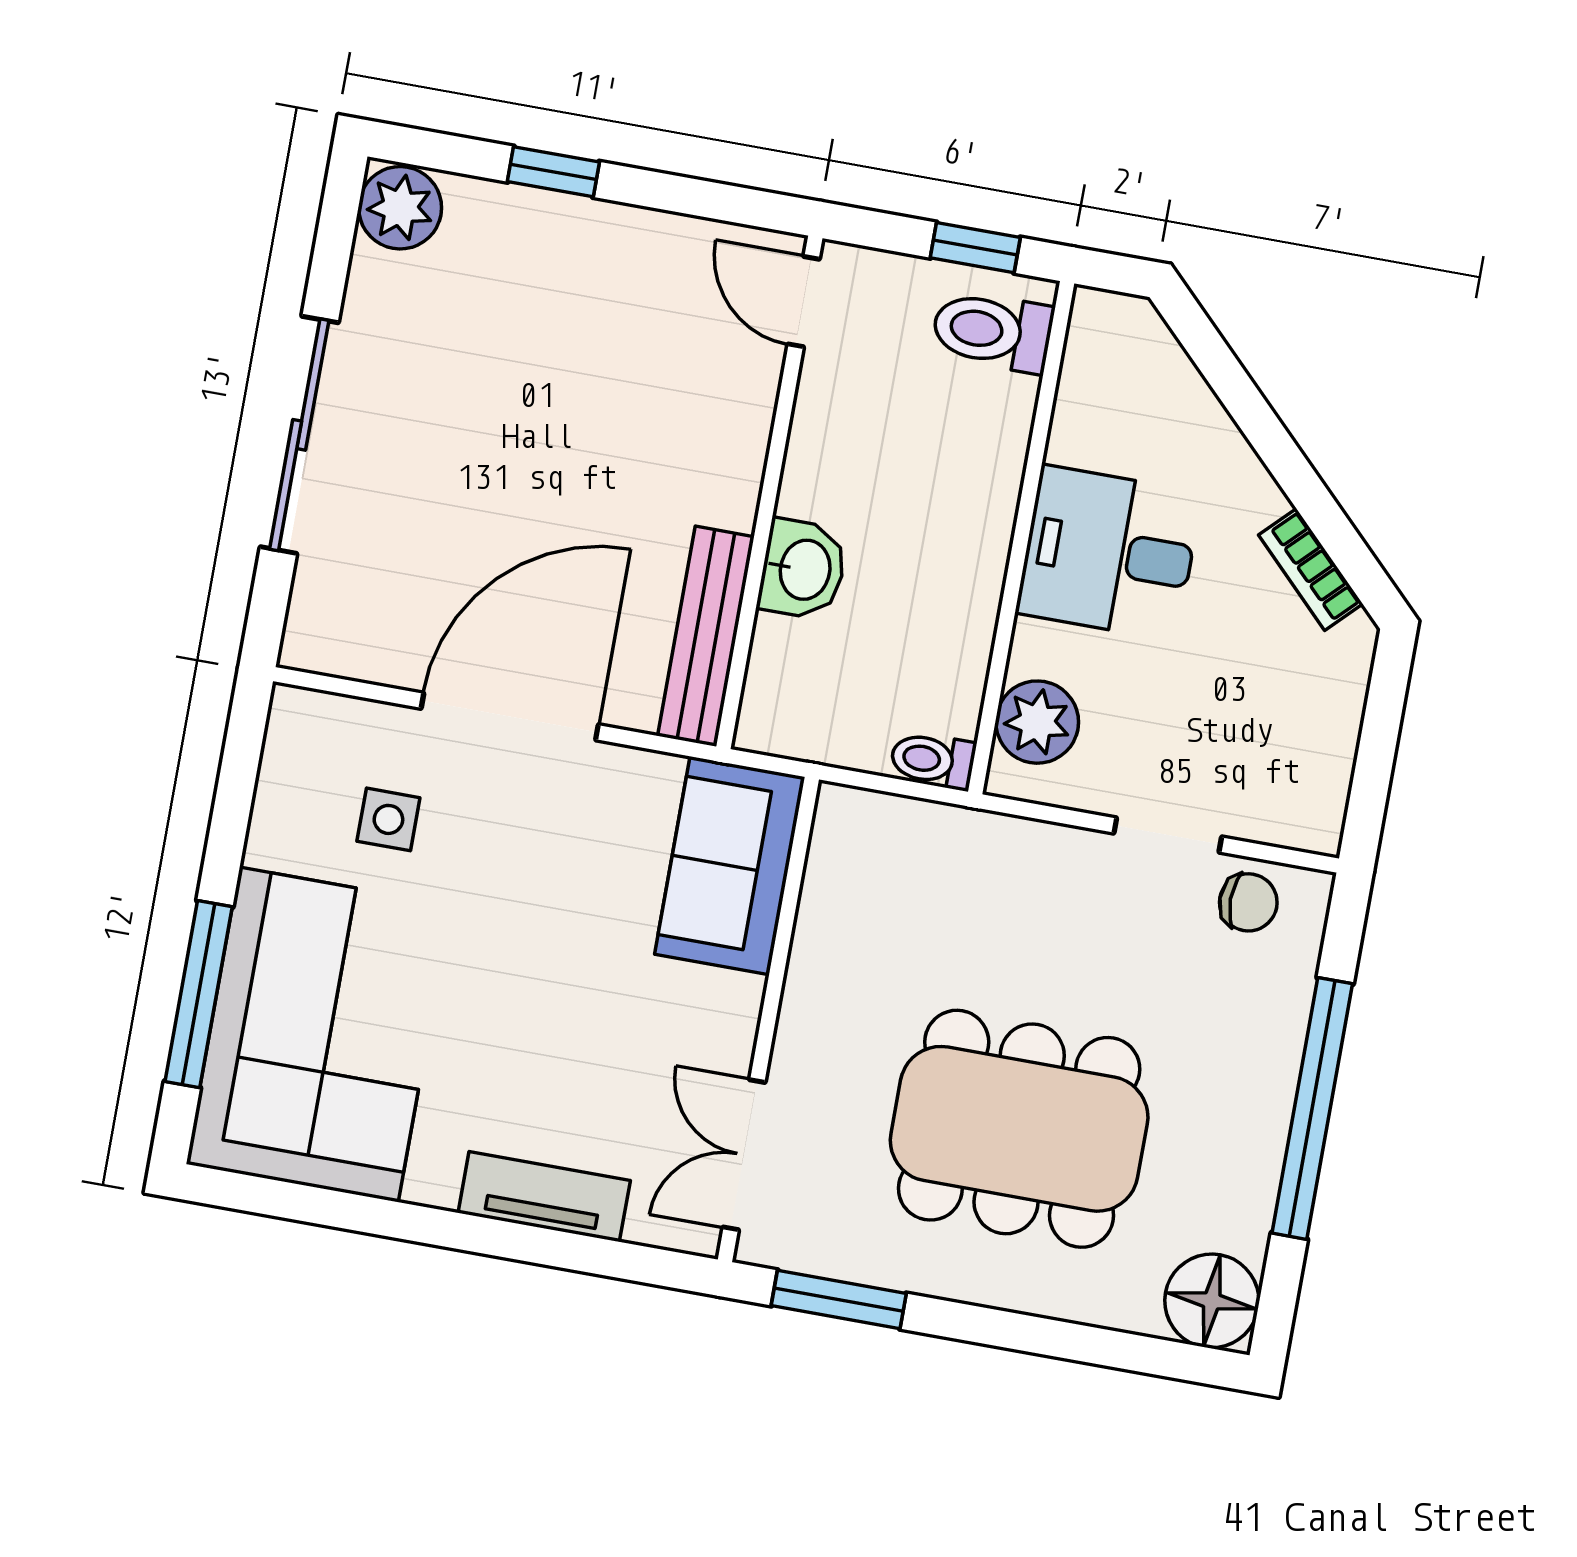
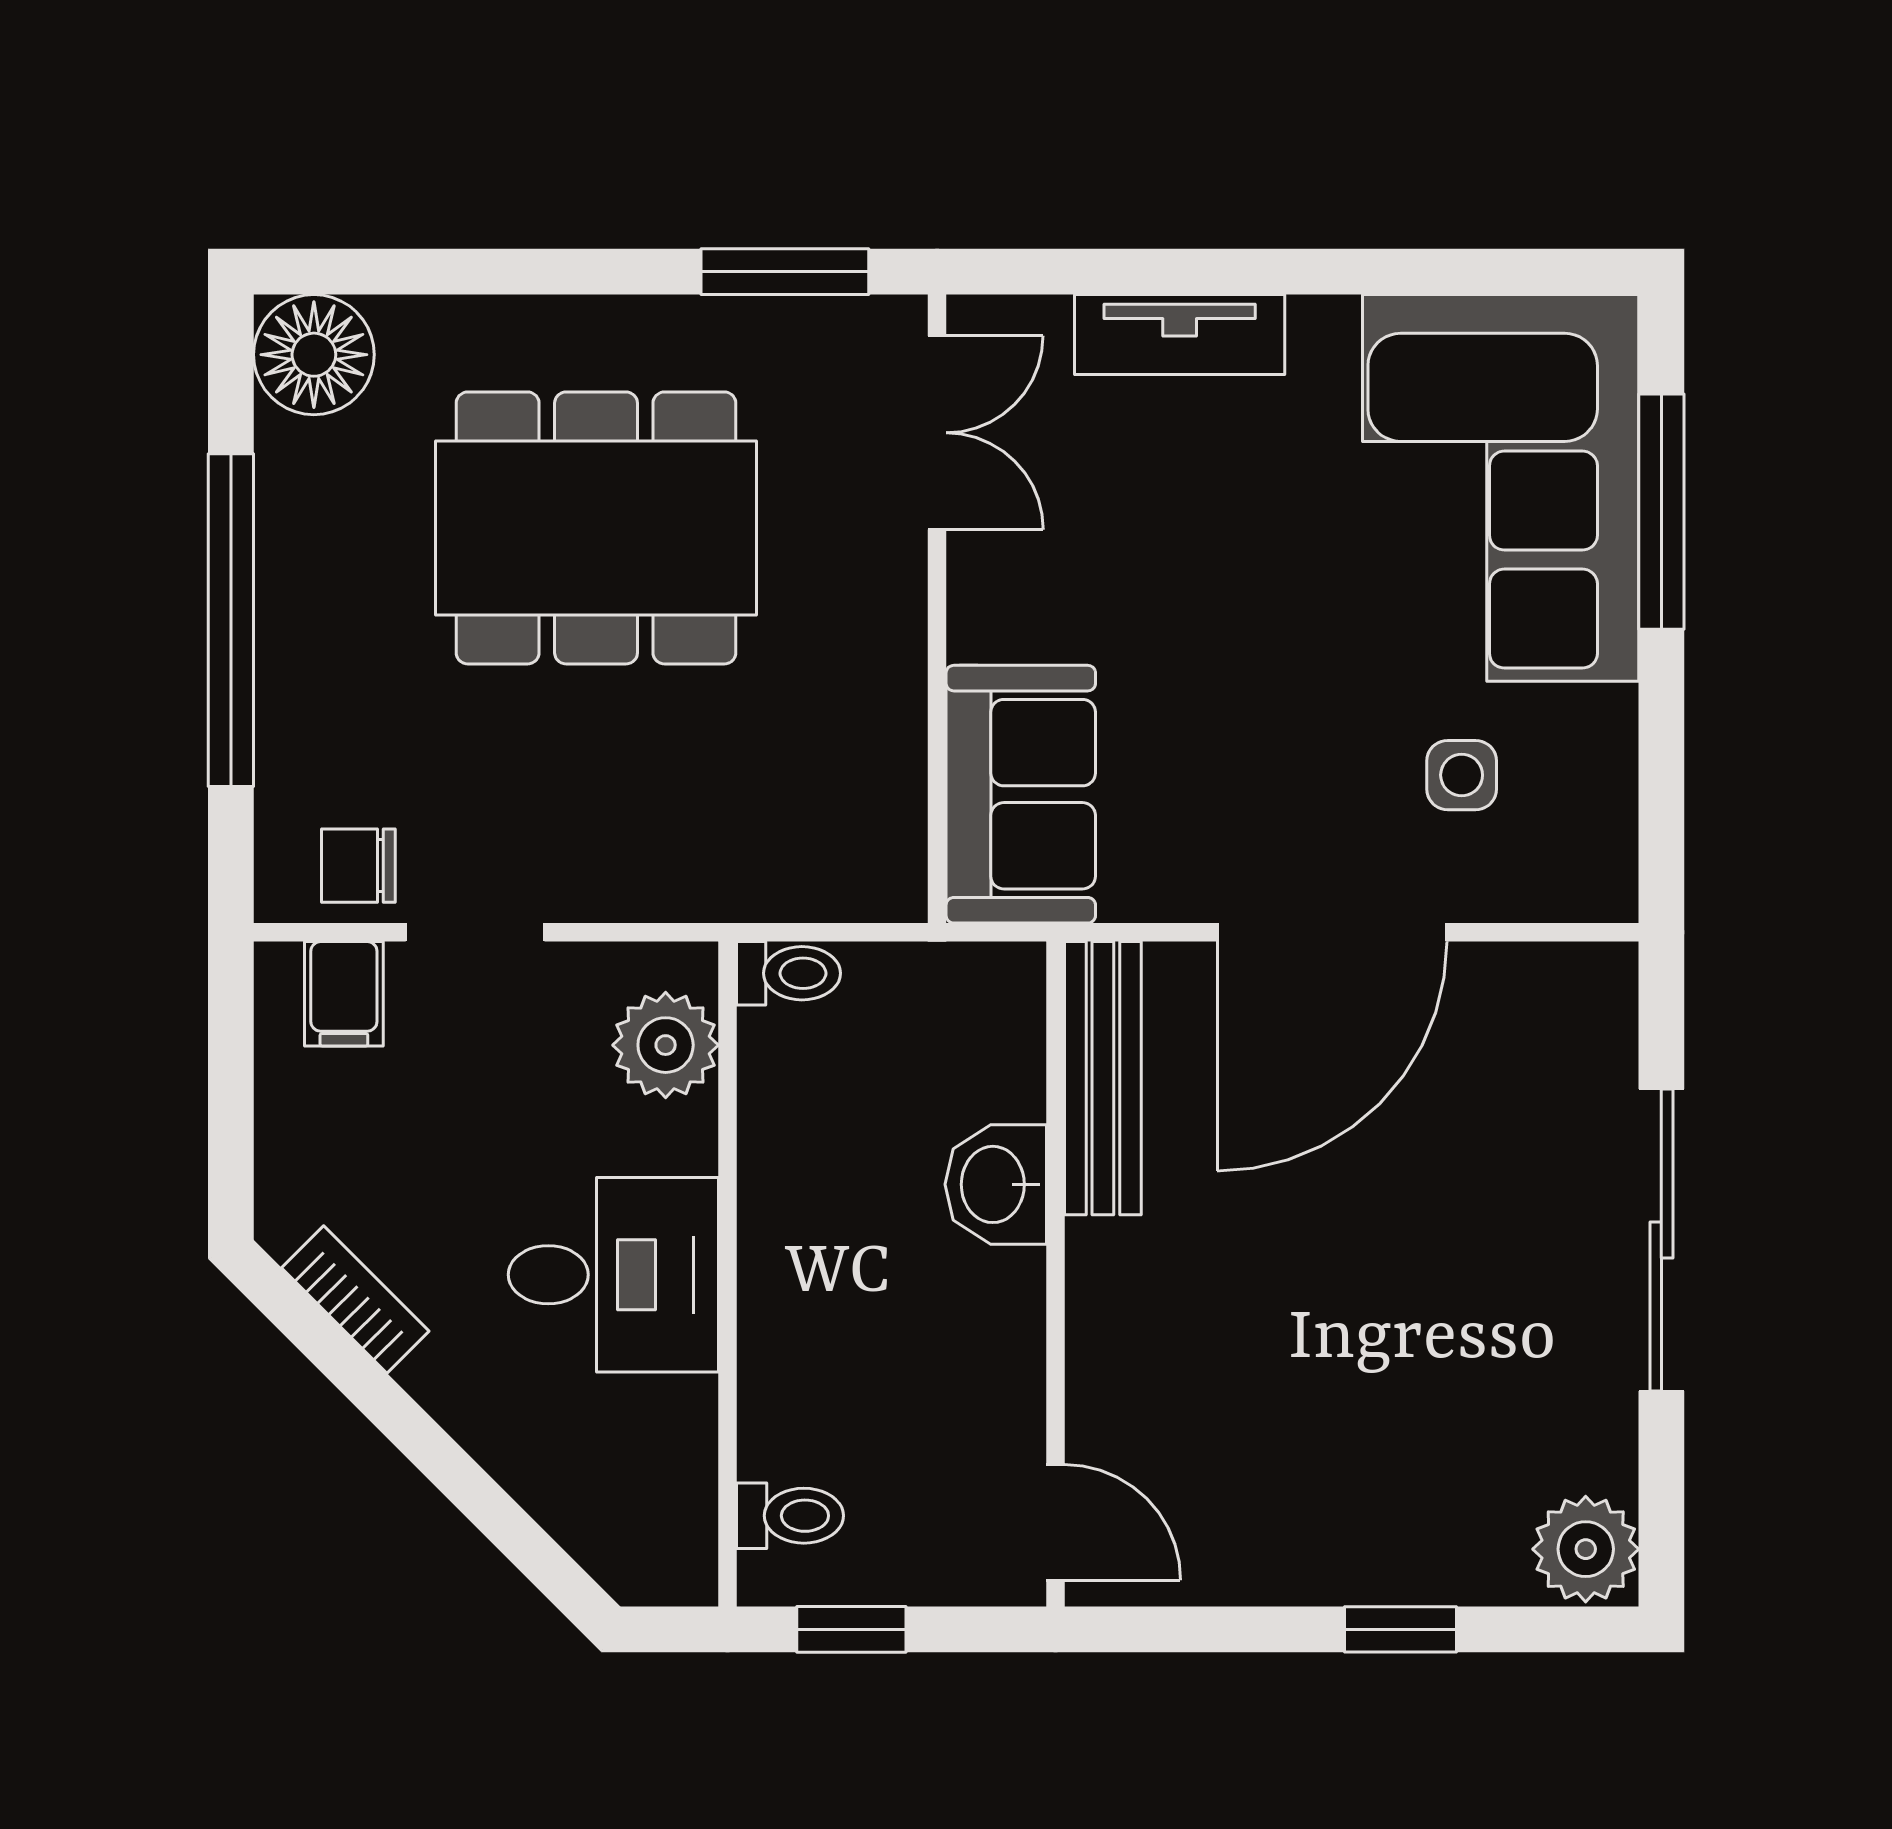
toilet: (992, 331) -> (790, 1516), width x0.73, depth x0.72
filing cabinet: (1277, 806) -> (344, 994), added

